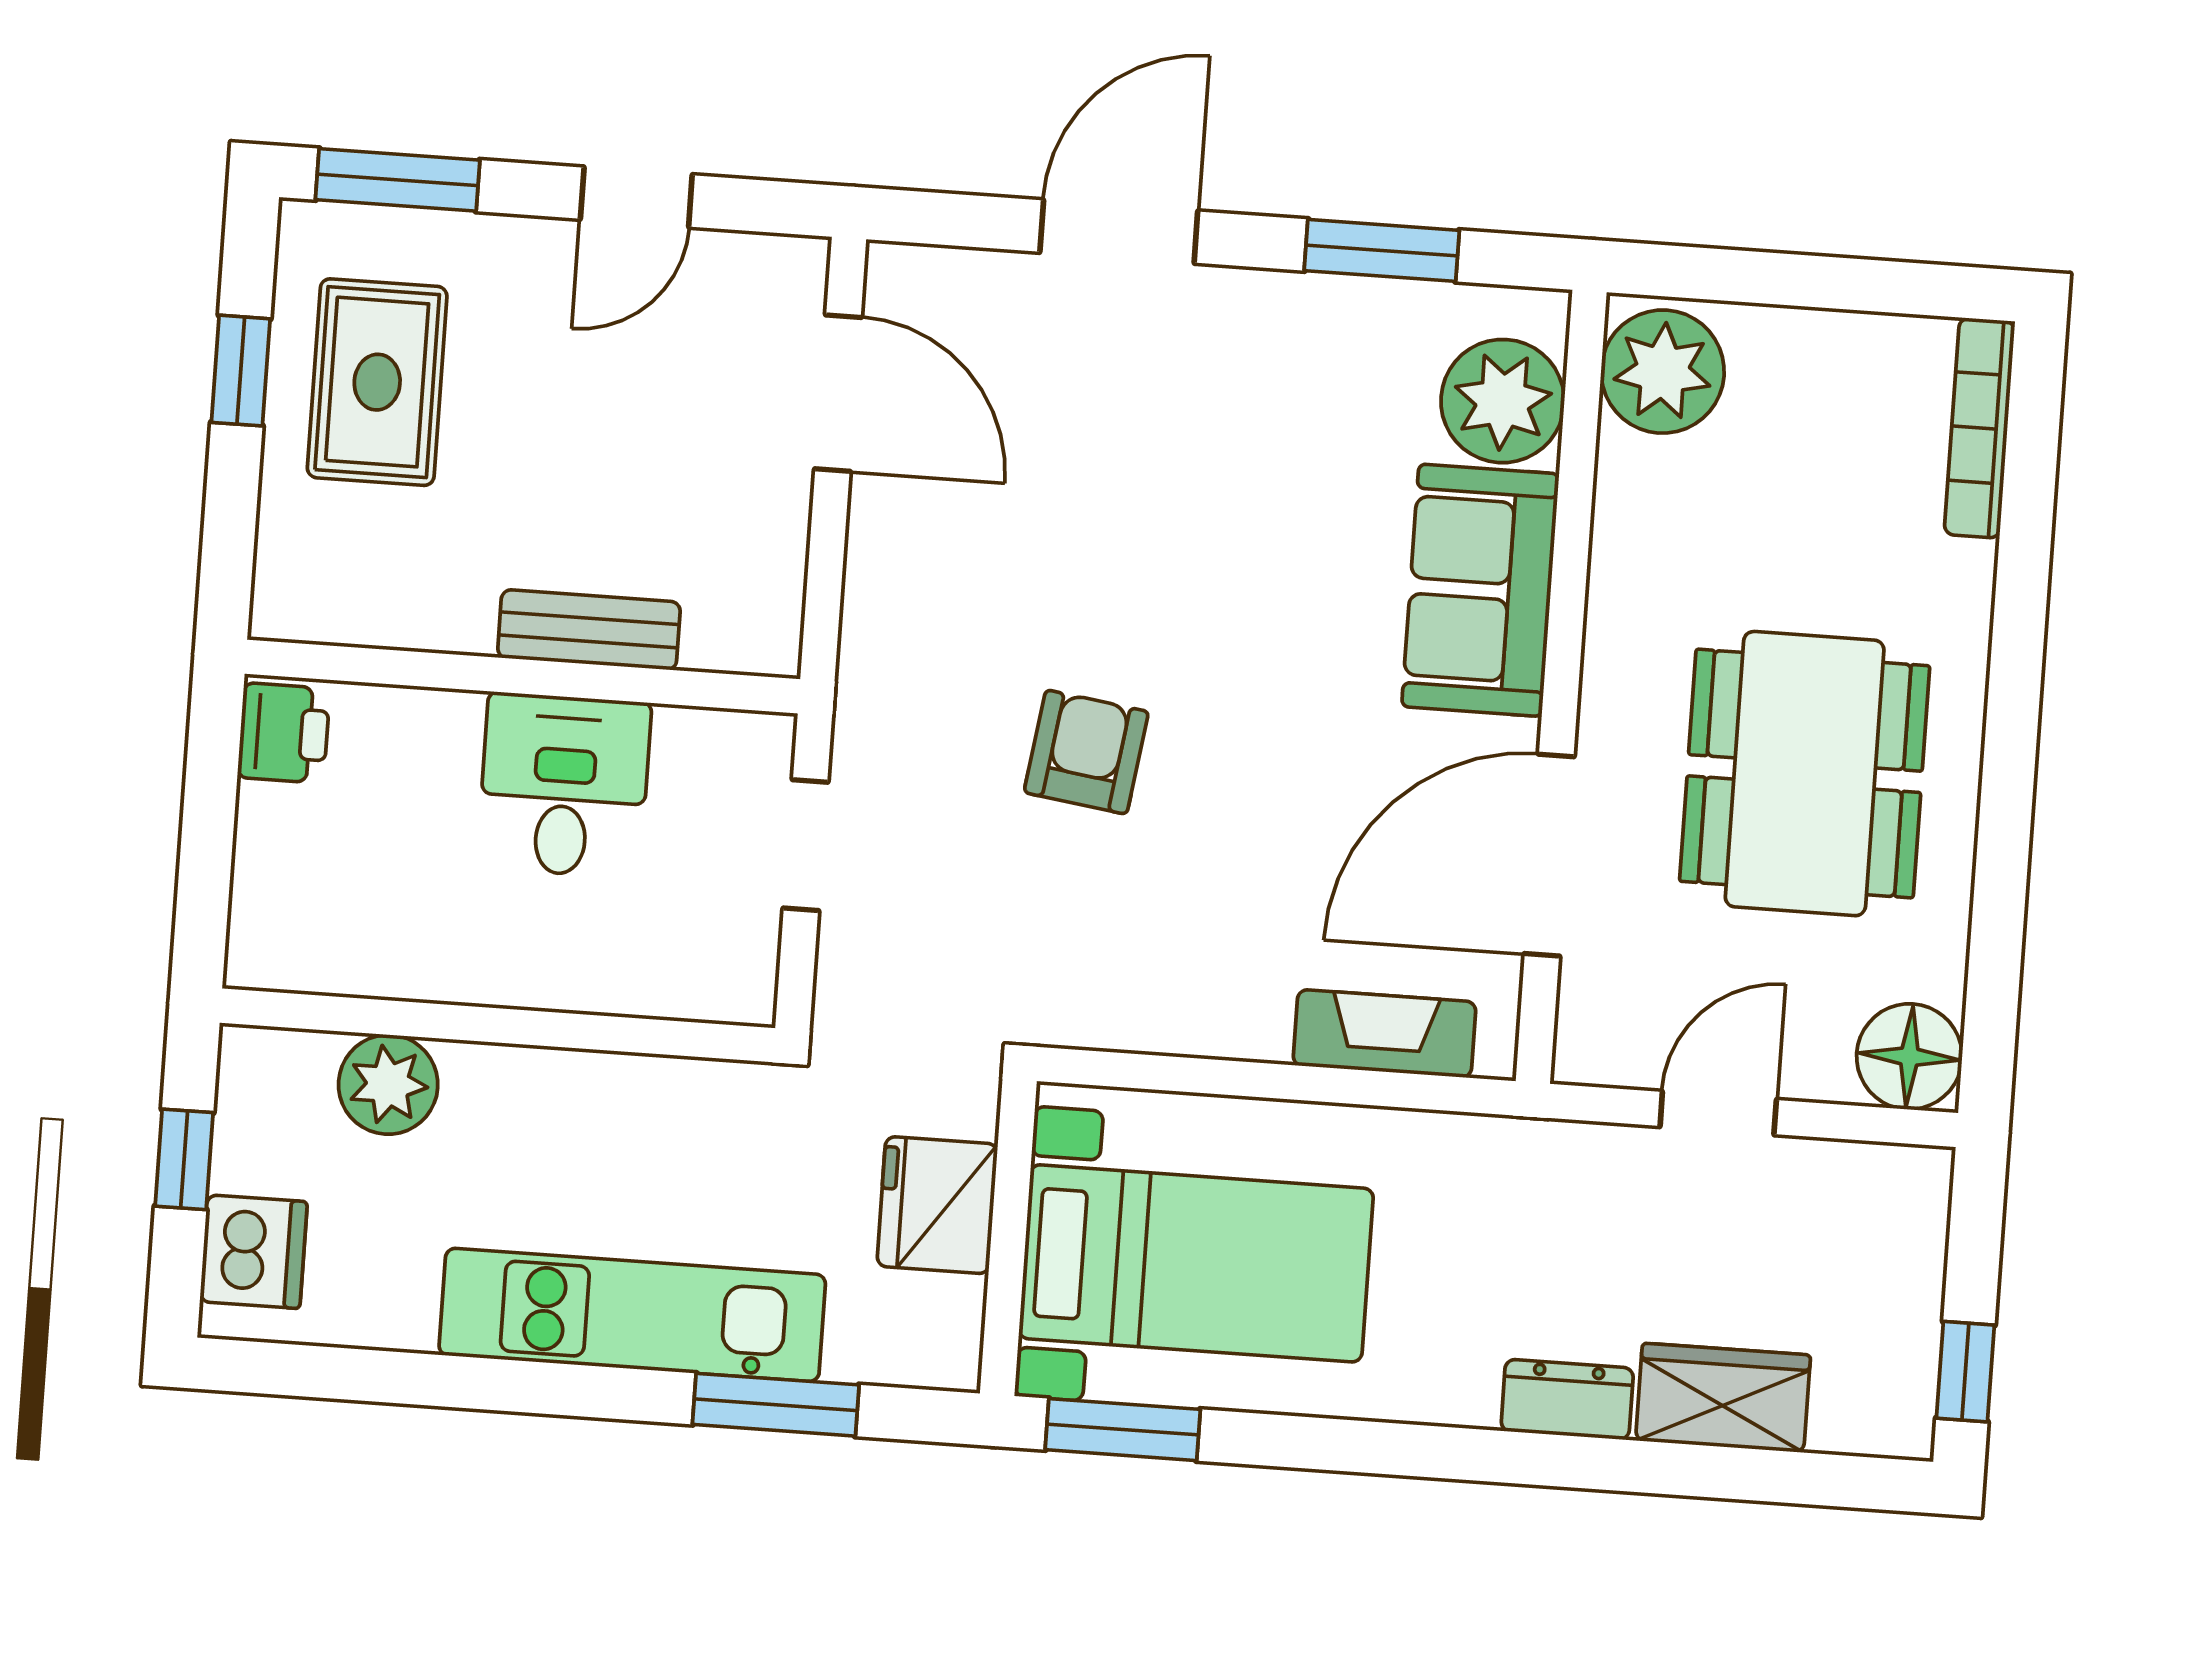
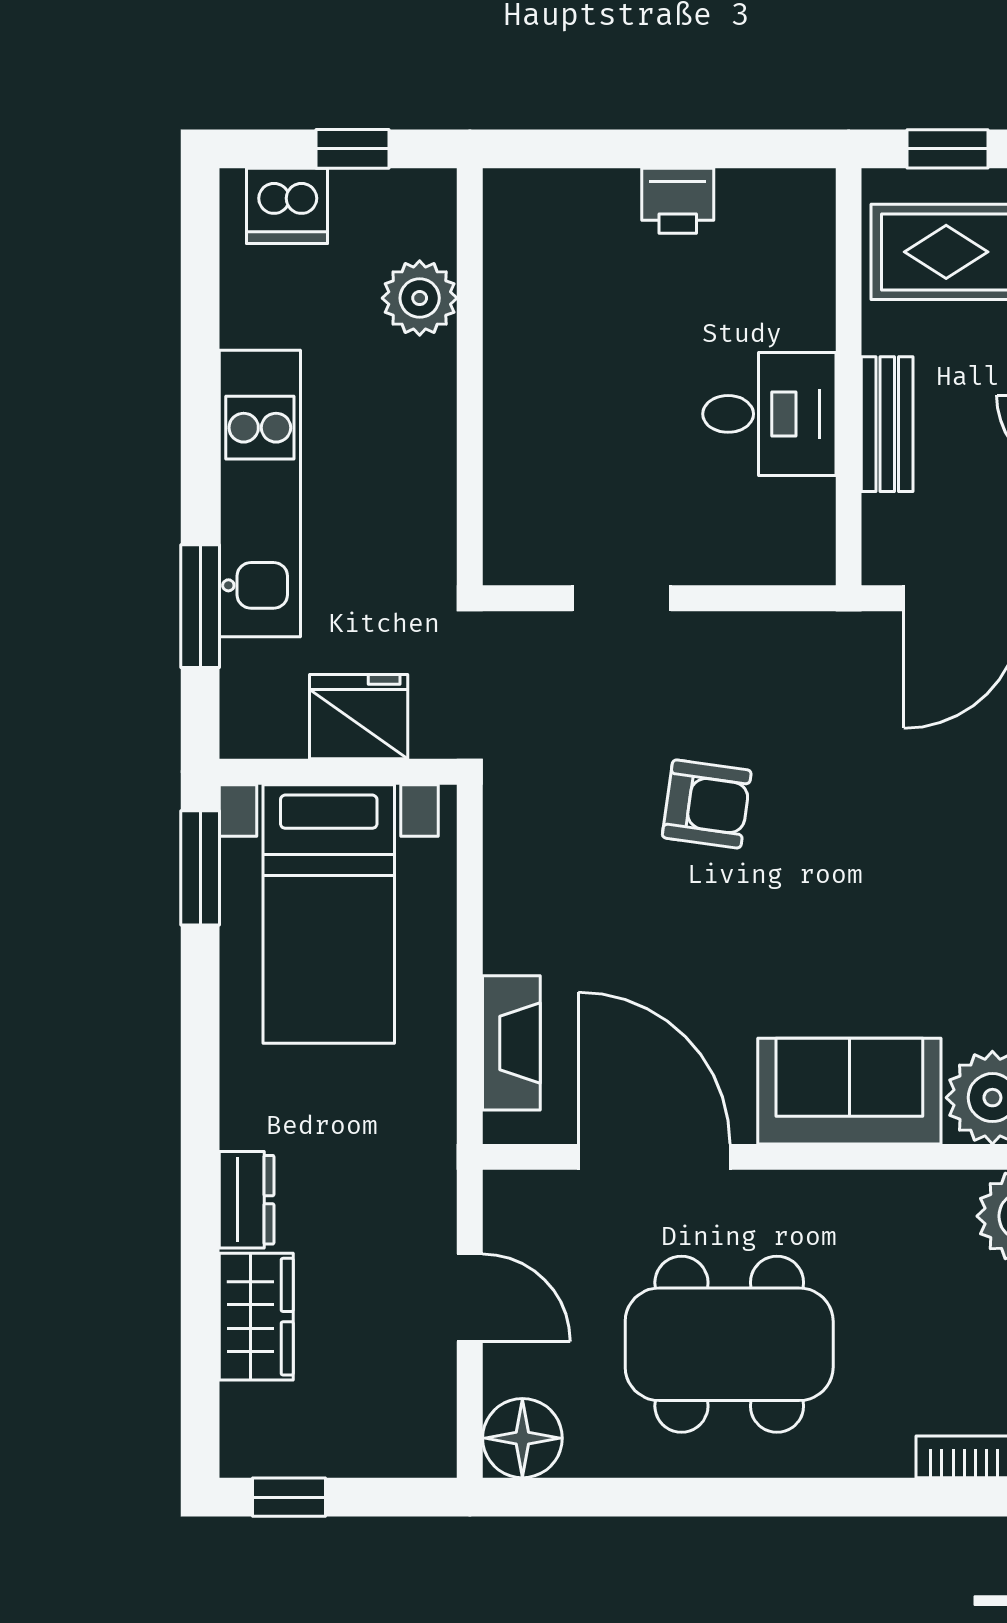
bench: (589, 630) -> (887, 424), moved
wall: (522, 676) -> (849, 377), moved
desk: (564, 785) -> (769, 414), moved

